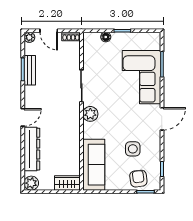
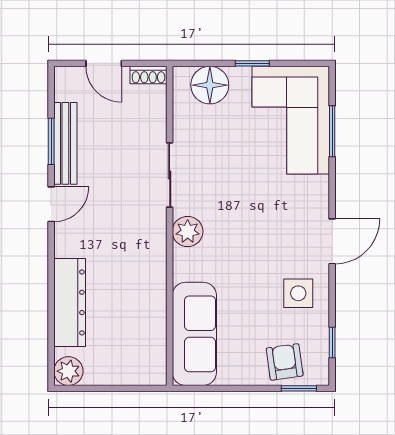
plant: (29, 37) -> (65, 77), removed
floor lamp: (106, 37) -> (210, 85), width x1.89, depth x1.89
bench: (30, 70) -> (65, 143), width x1.36
corner sofa: (141, 77) -> (291, 120), moved
door: (23, 117) -> (51, 204), moved
side table: (133, 149) -> (298, 293), moved
wardrobe: (67, 183) -> (141, 371), removed

